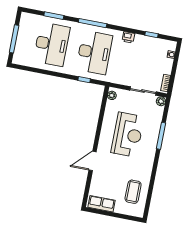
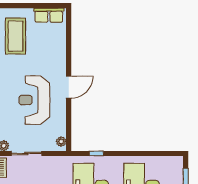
door: (93, 161) -> (69, 87), moved
coffee table: (133, 192) -> (15, 36), width x1.36, depth x1.32

